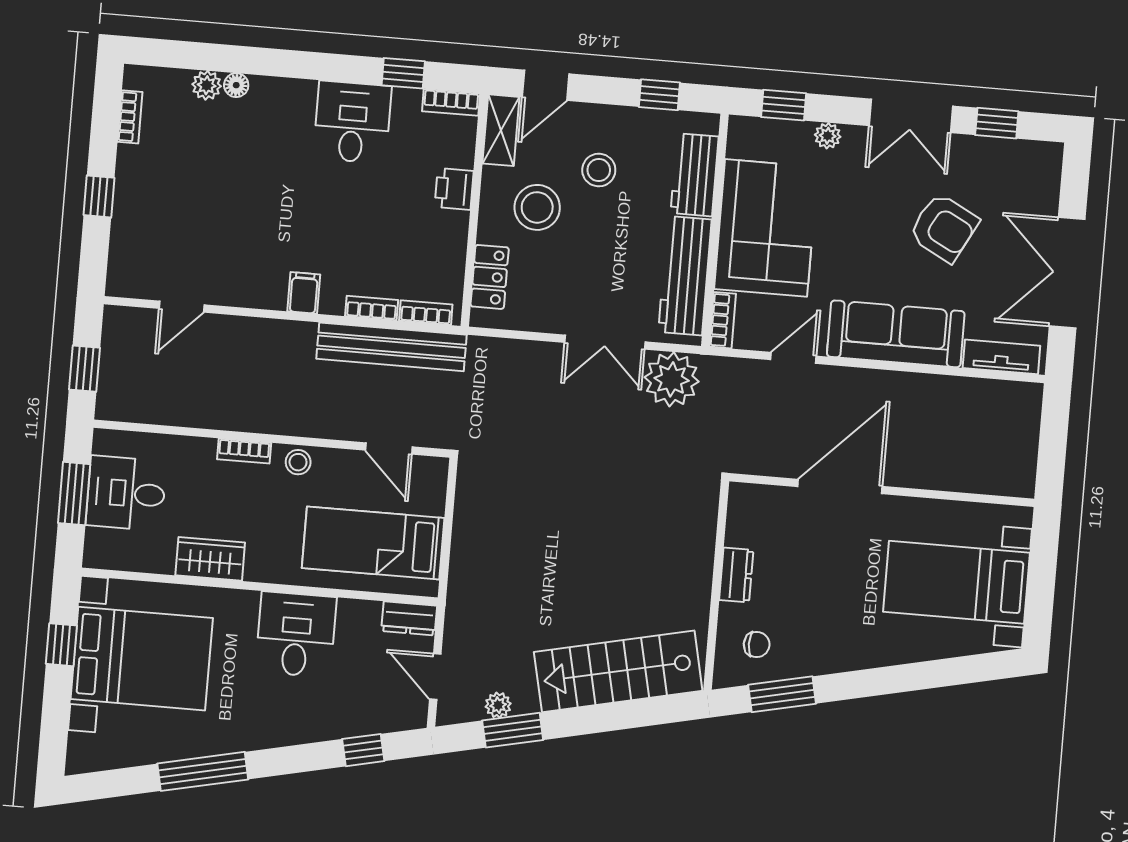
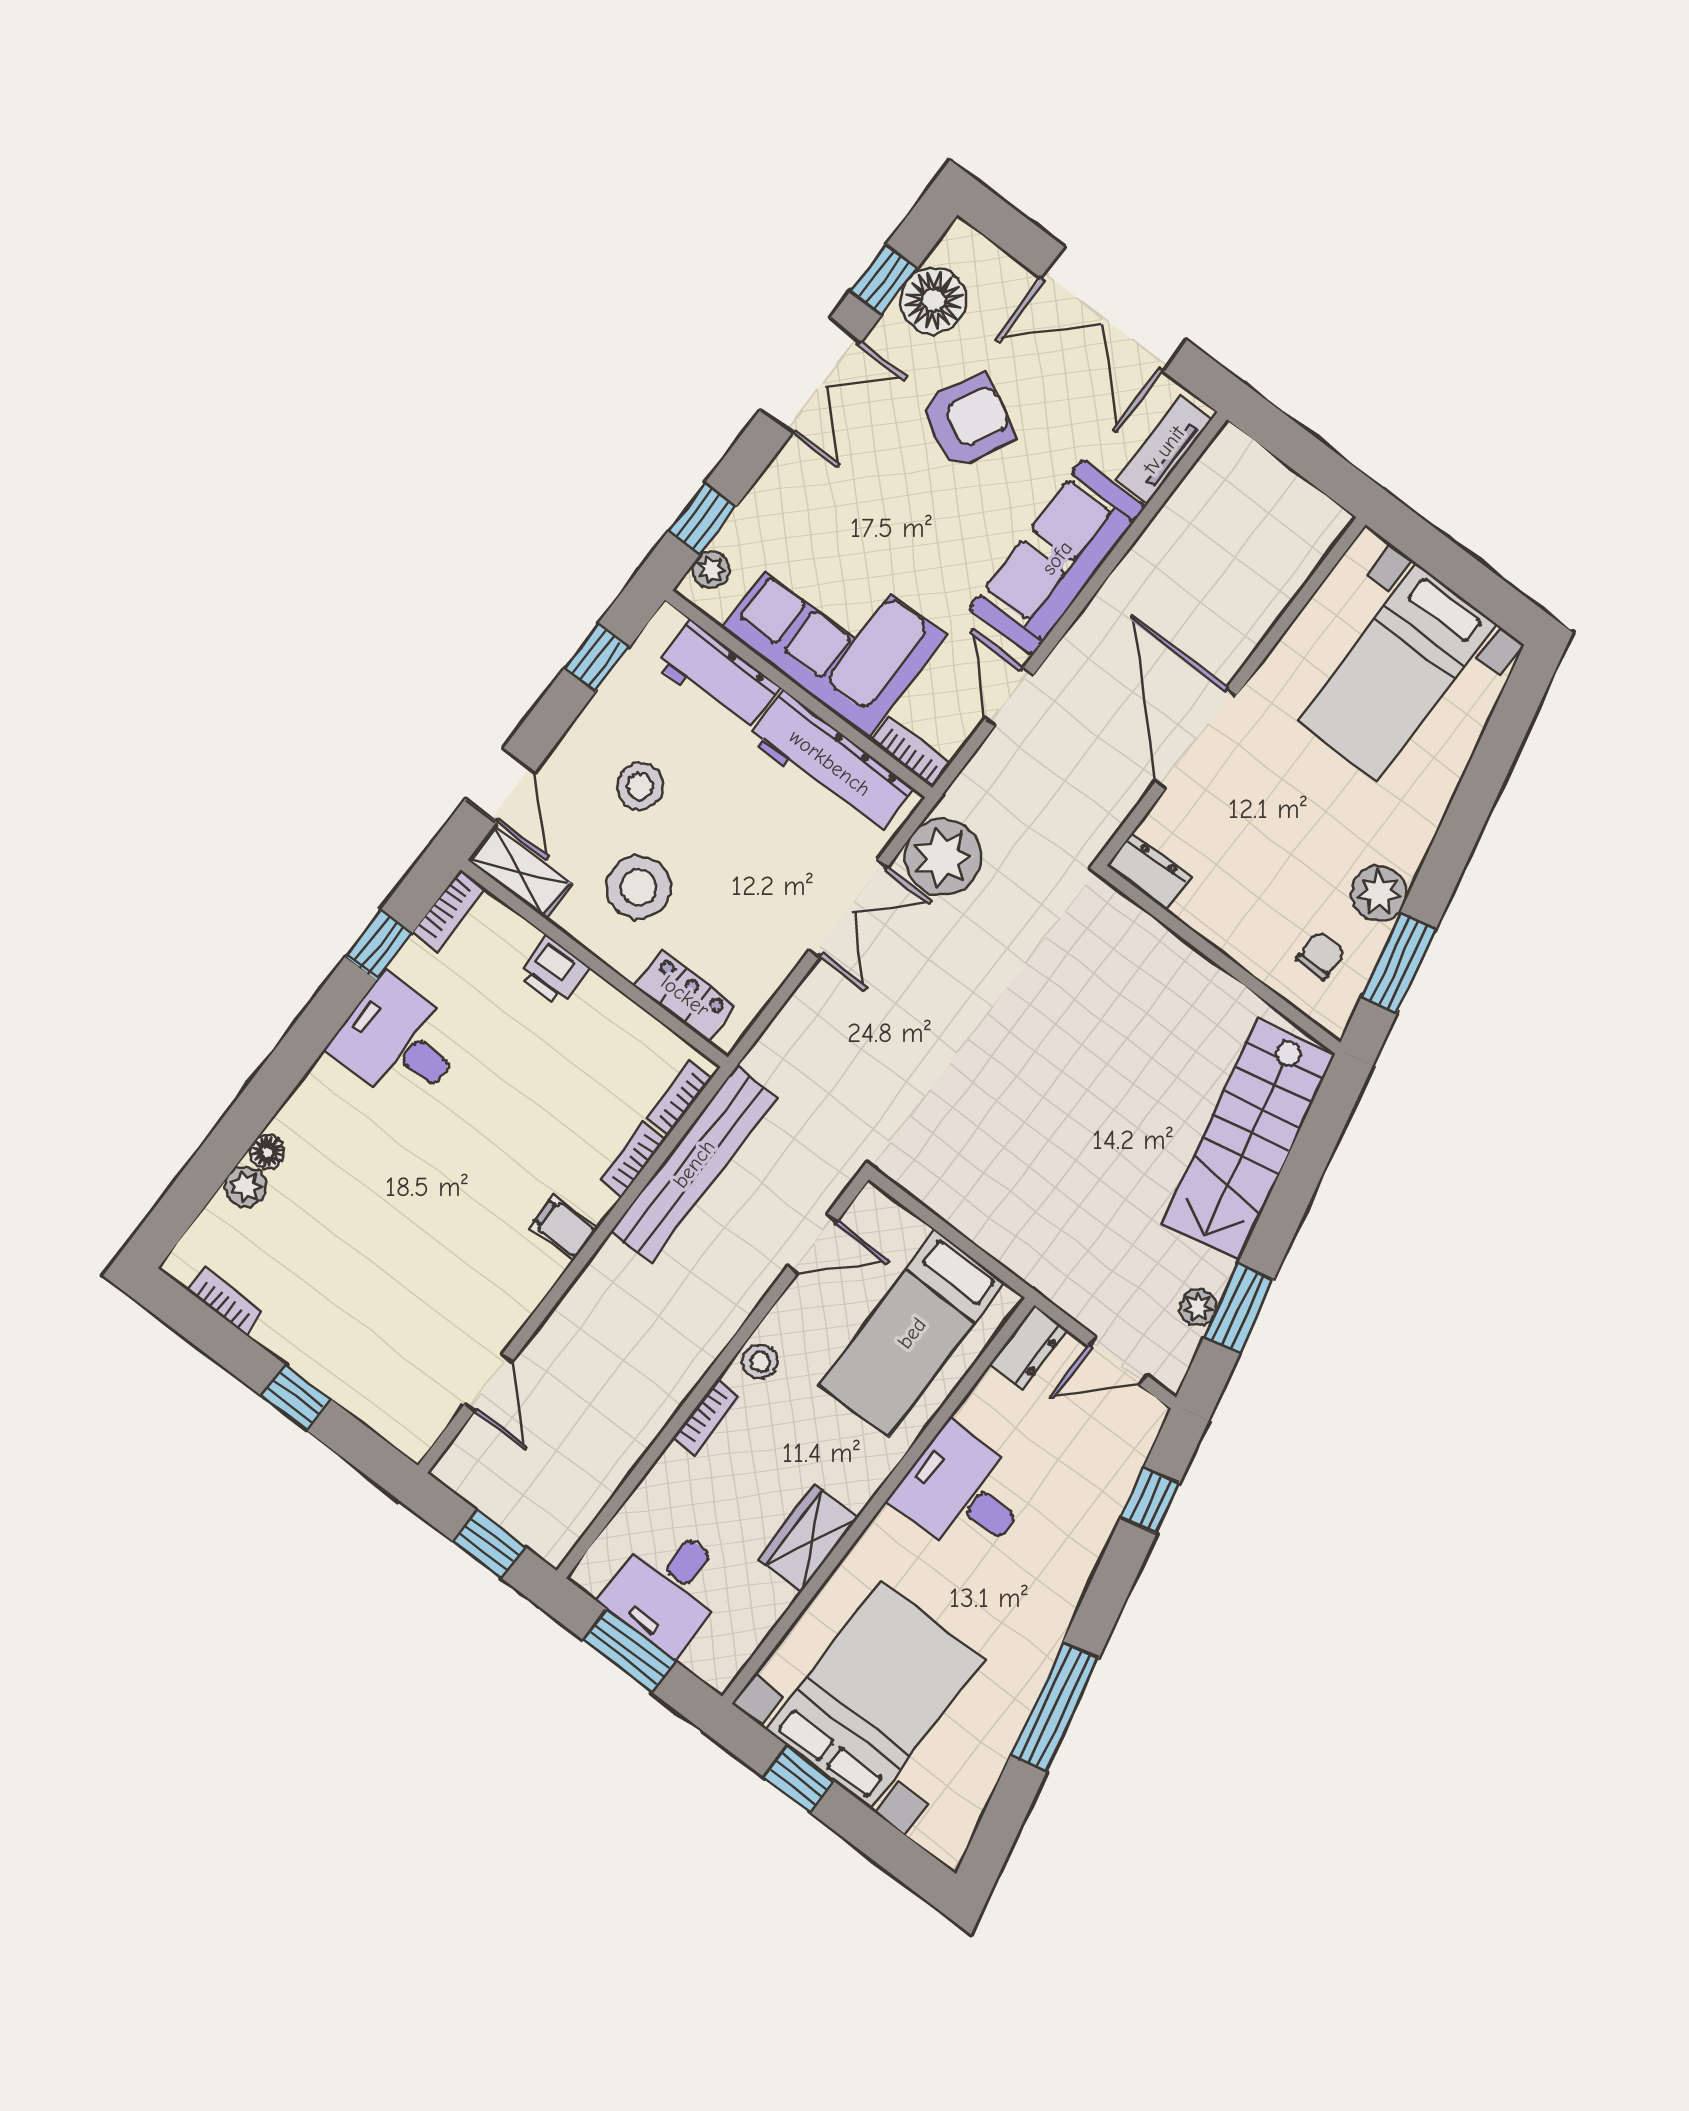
plant: (828, 136) -> (711, 570), moved
floor lamp: (1003, 161) -> (933, 300), added
dresser: (736, 575) -> (1149, 871), moved
plant: (817, 656) -> (1379, 893), added

